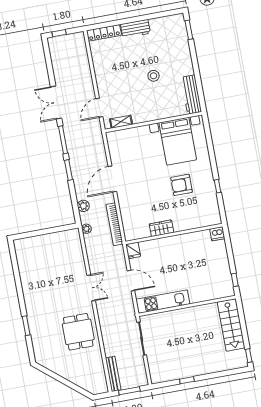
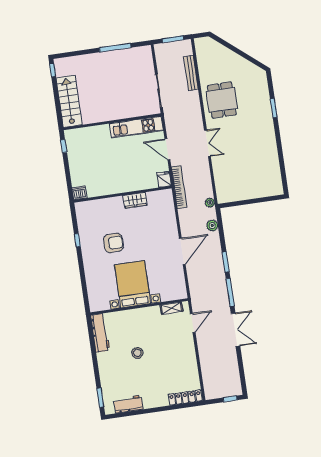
workbench: (135, 29) -> (128, 404), moved
bed with nightstands: (178, 141) -> (133, 284), moved
bookcase: (114, 224) -> (179, 187), moved
double door: (91, 288) -> (207, 143), swing flipped
bench: (113, 374) -> (191, 73), moved
window: (187, 380) -> (115, 48), width x2.17

